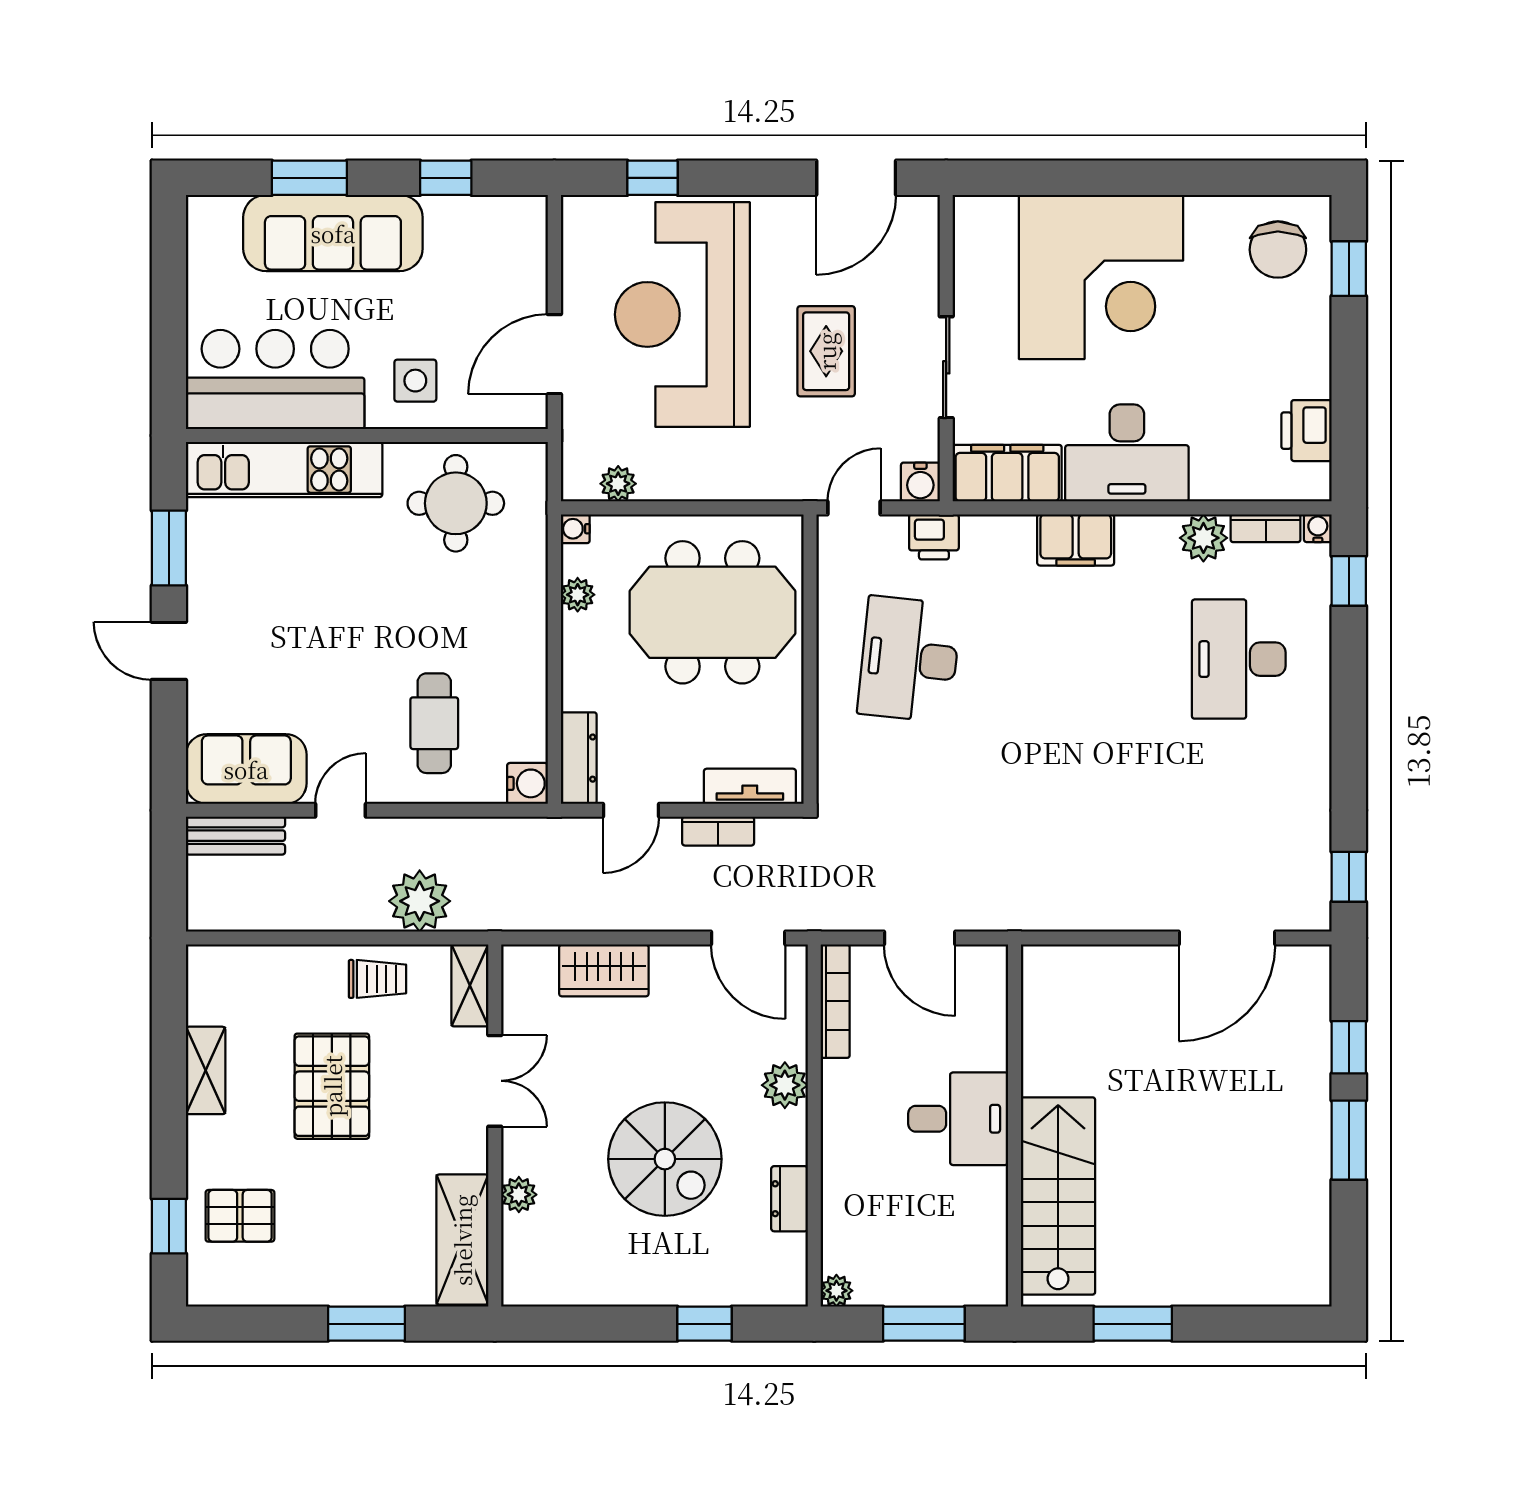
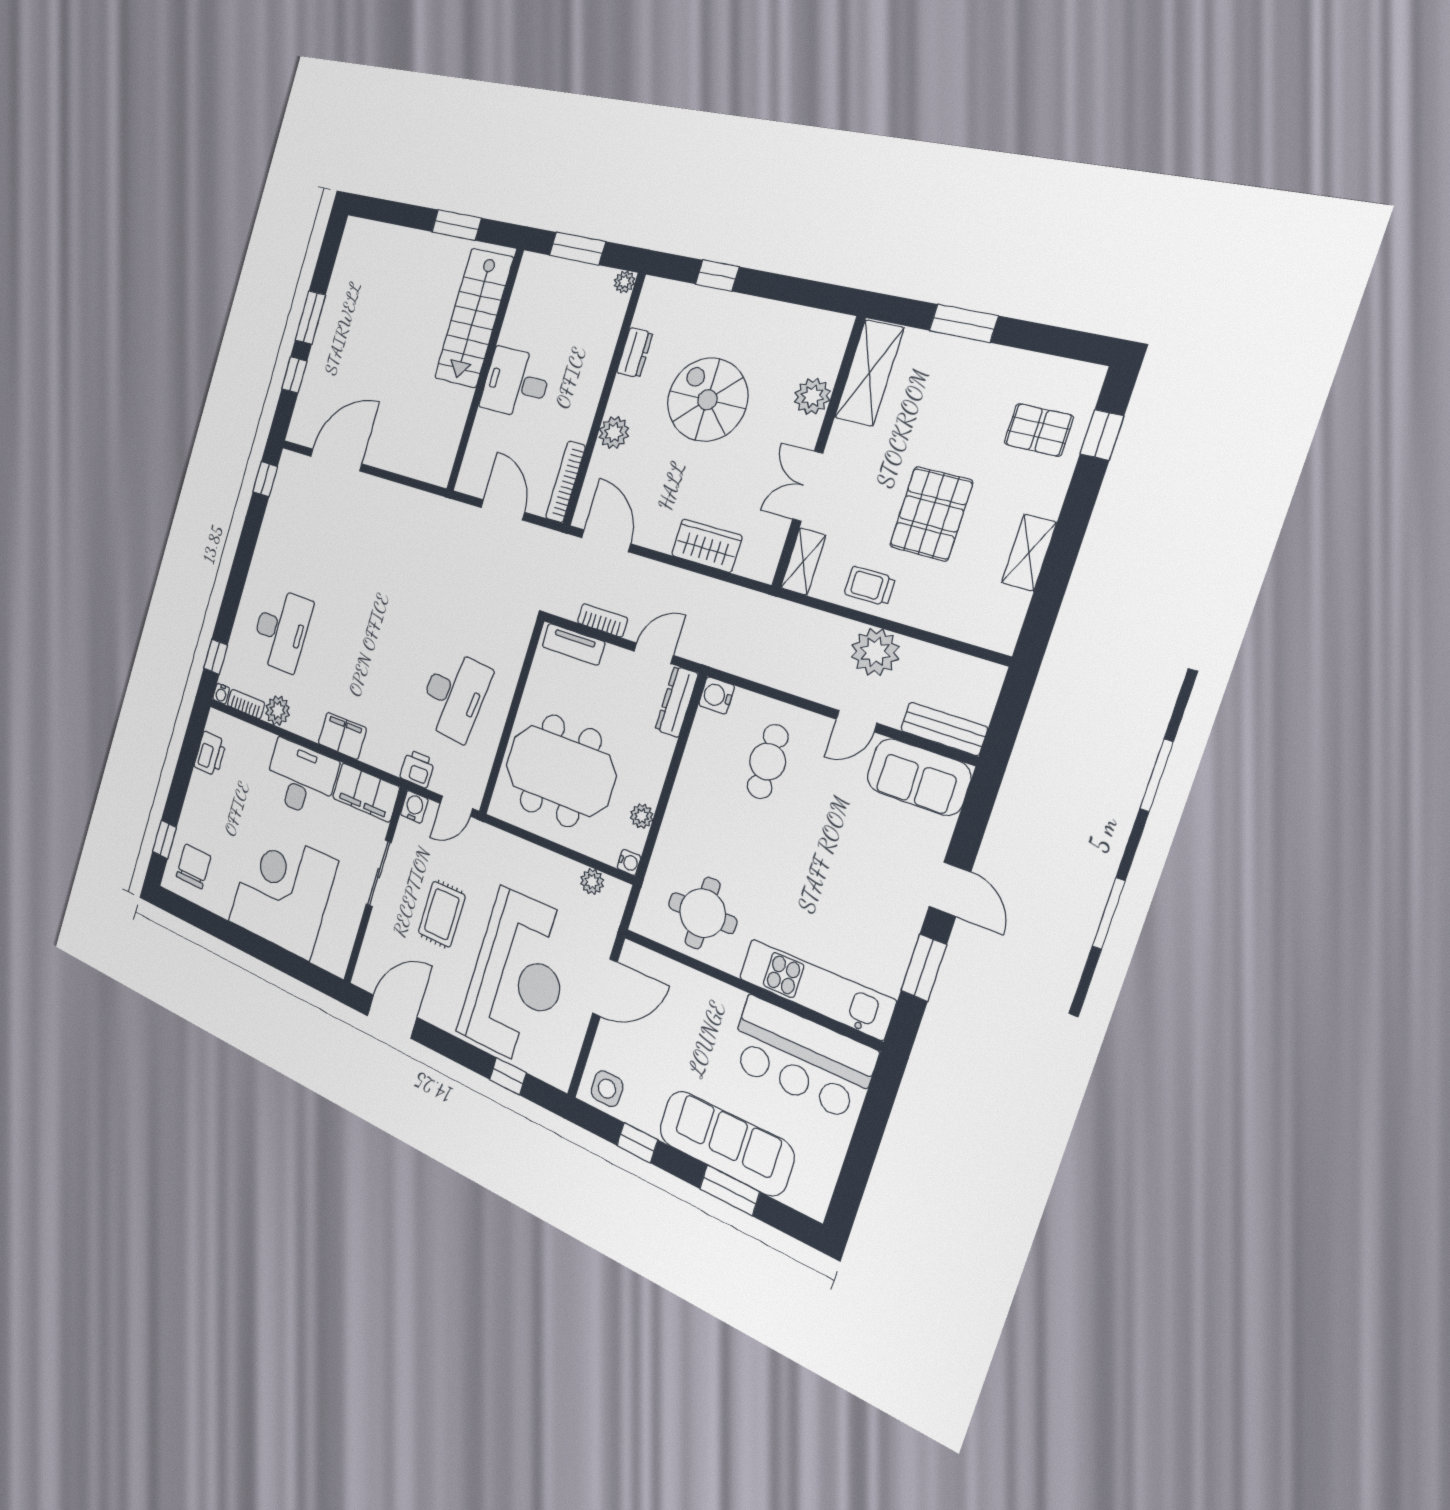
side table: (415, 381) -> (607, 1089), moved
plant: (420, 901) -> (875, 652), moved
plant: (519, 1195) -> (812, 396), width x1.38, depth x1.38

